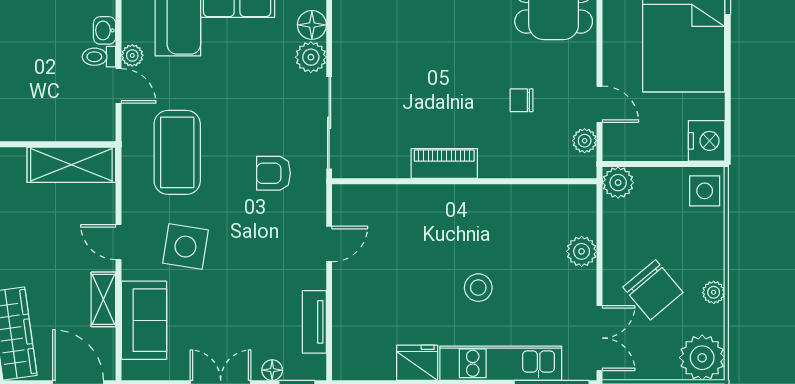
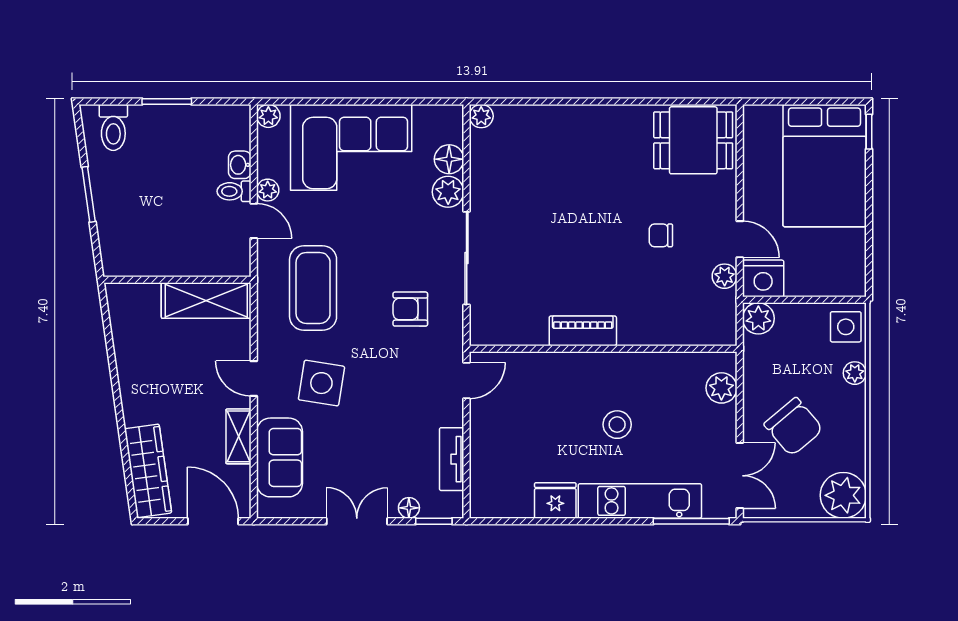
nightstand: (707, 141) -> (763, 278), moved, turned 90
piano: (444, 163) -> (583, 331), moved
wall: (464, 181) -> (603, 349), moved
plant: (714, 292) -> (855, 373), moved

